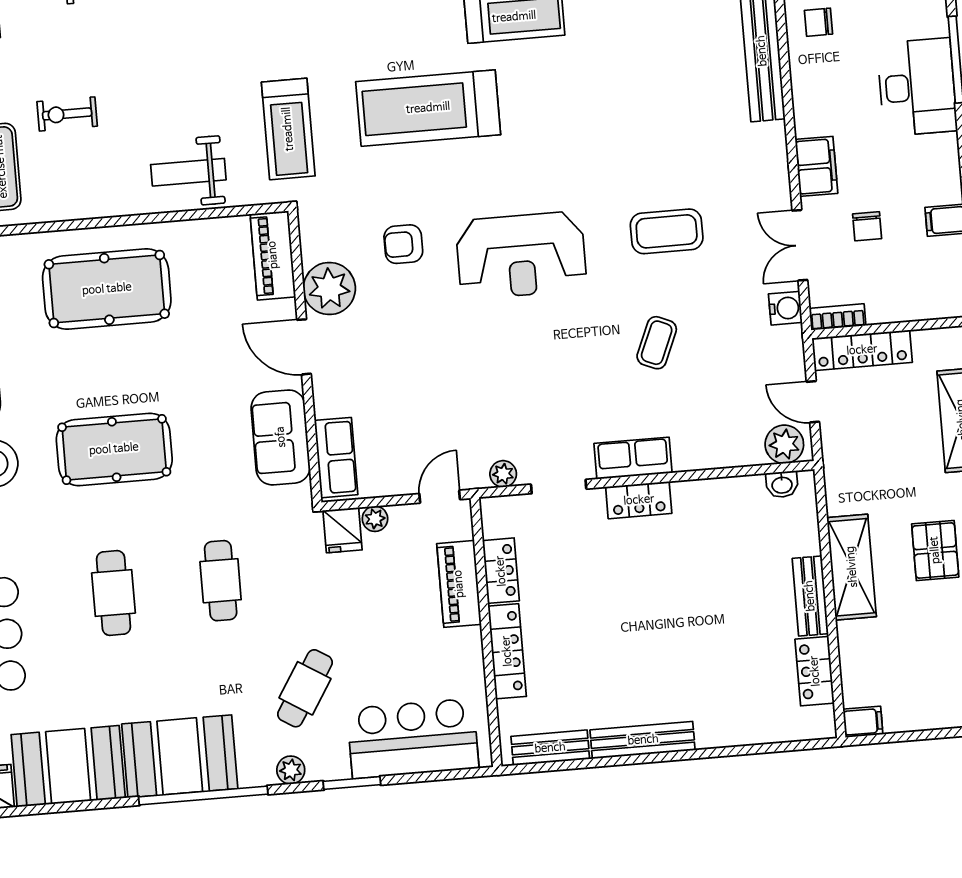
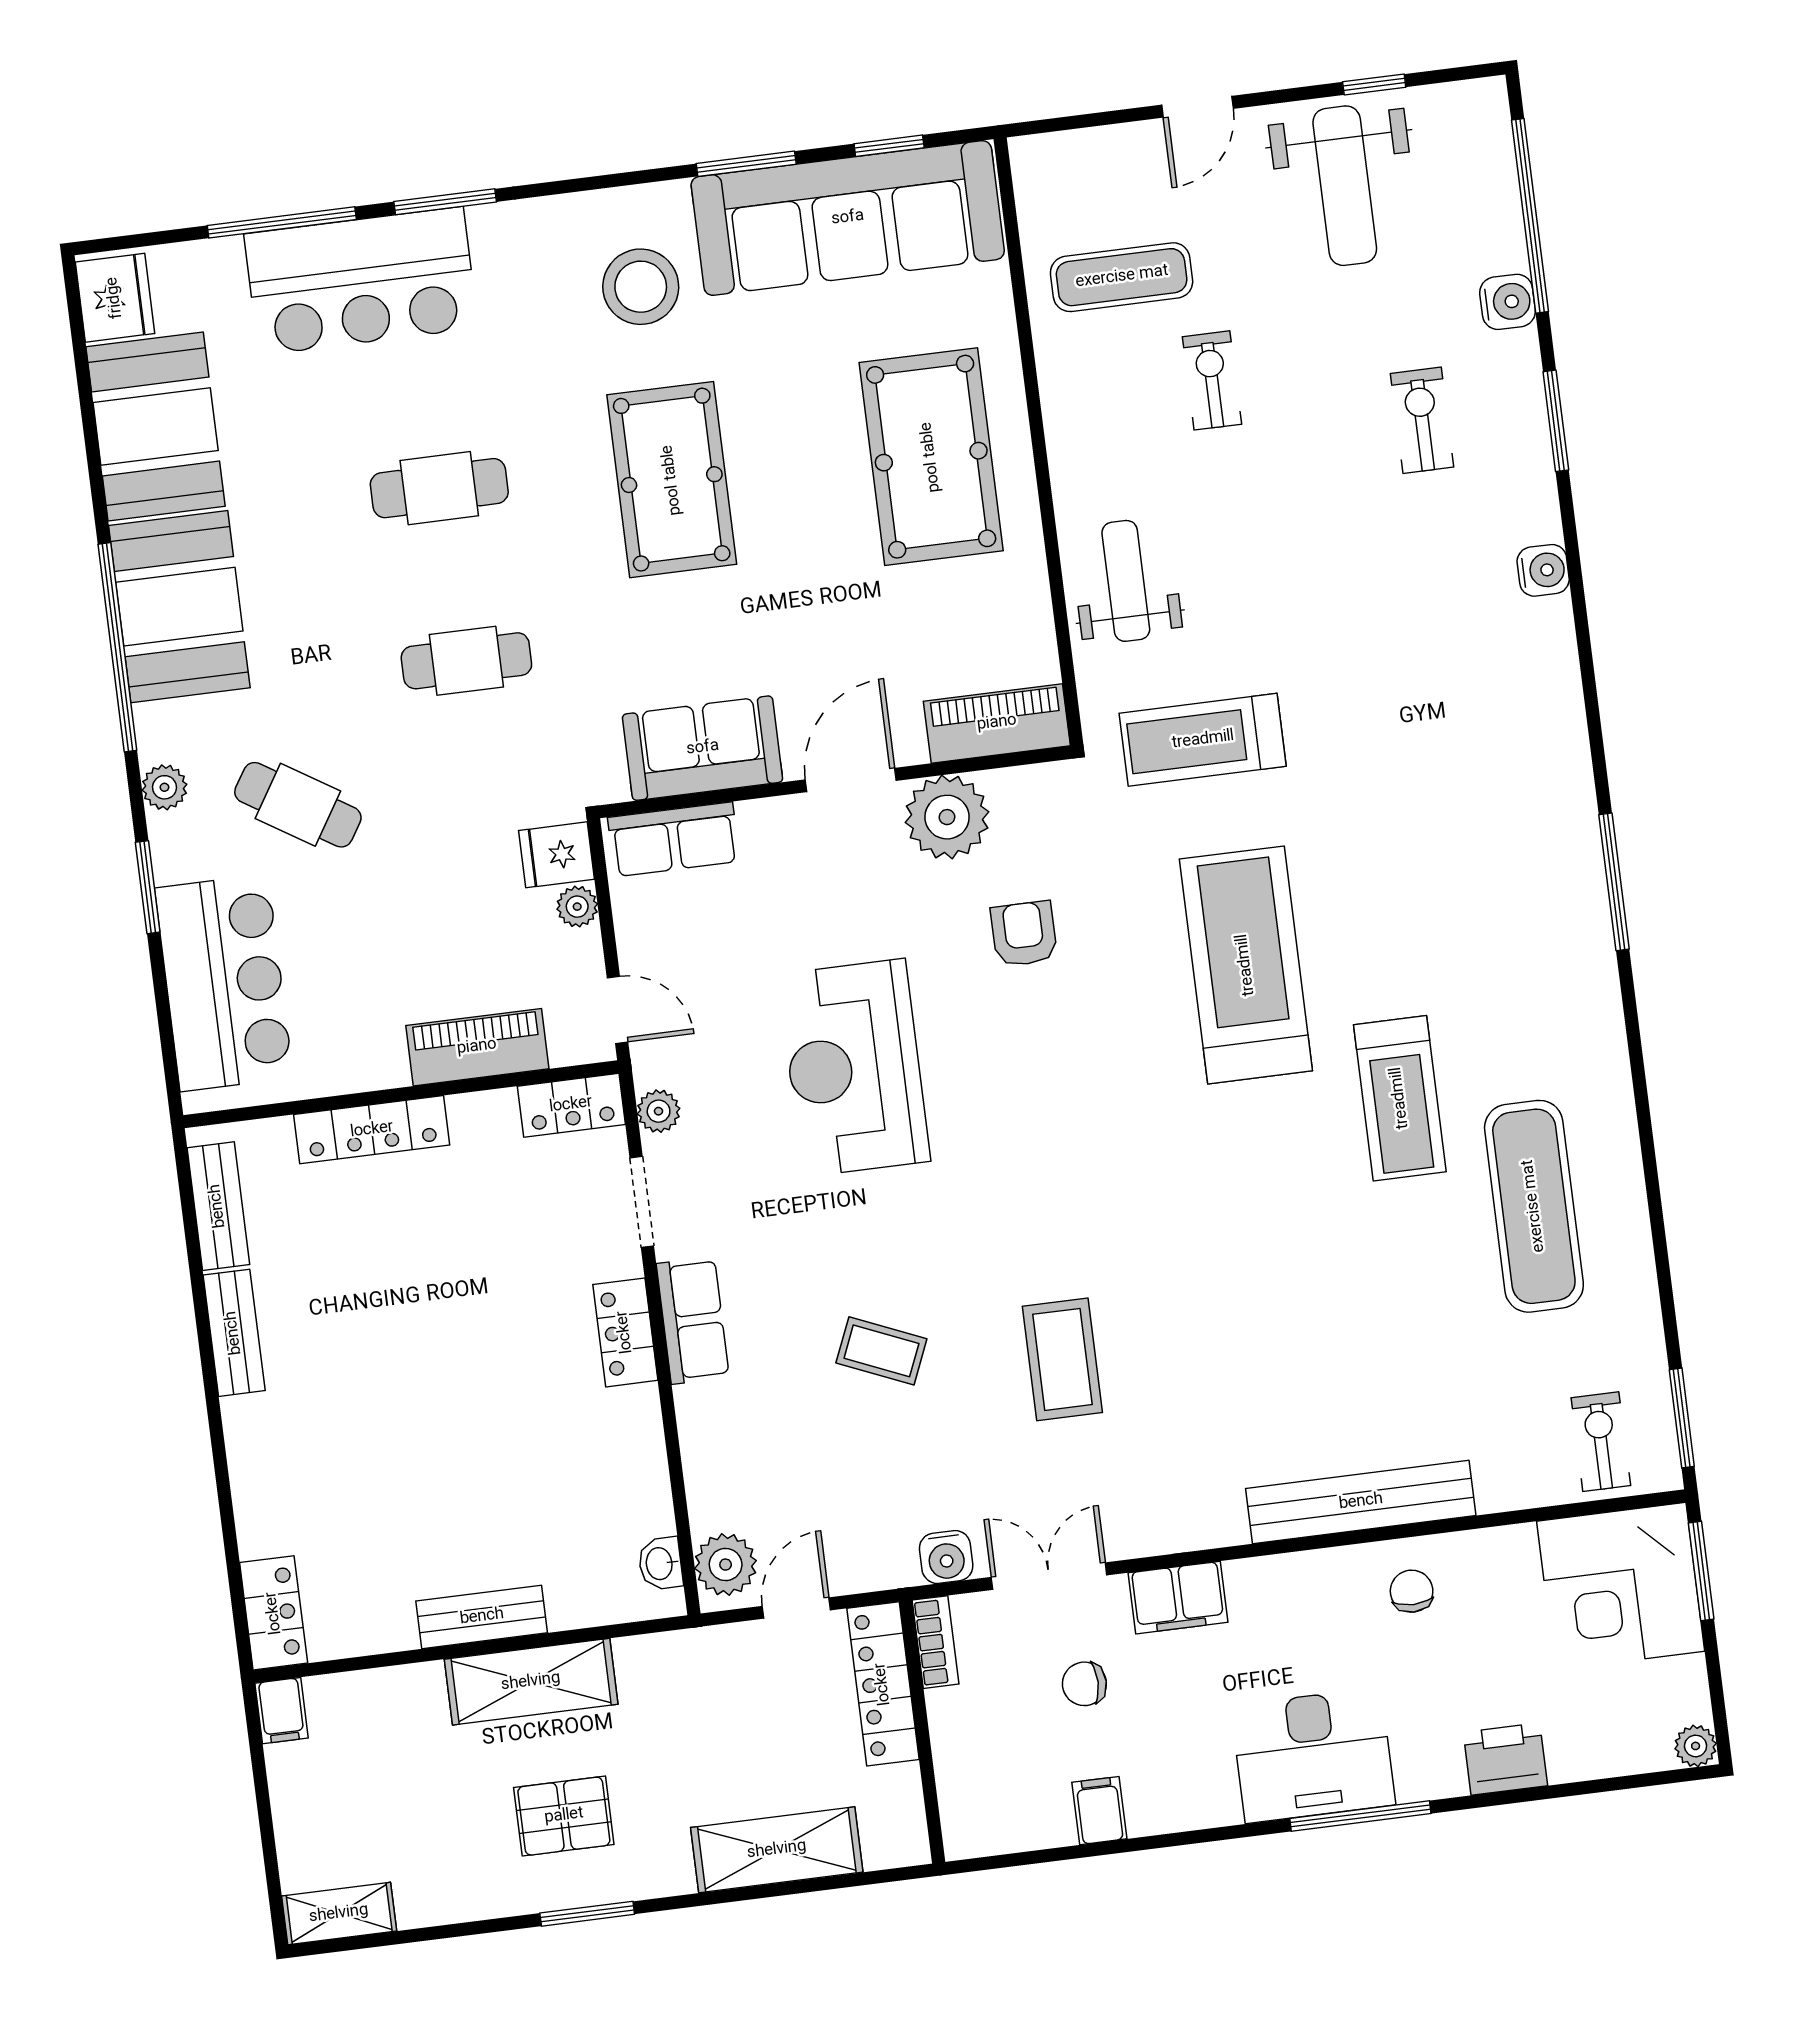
reception desk: (521, 255) -> (854, 1068), moved
locker: (501, 571) -> (571, 1105), moved
locker: (815, 671) -> (274, 1613), moved, turned 90
bench: (643, 740) -> (234, 1333), width x0.73

